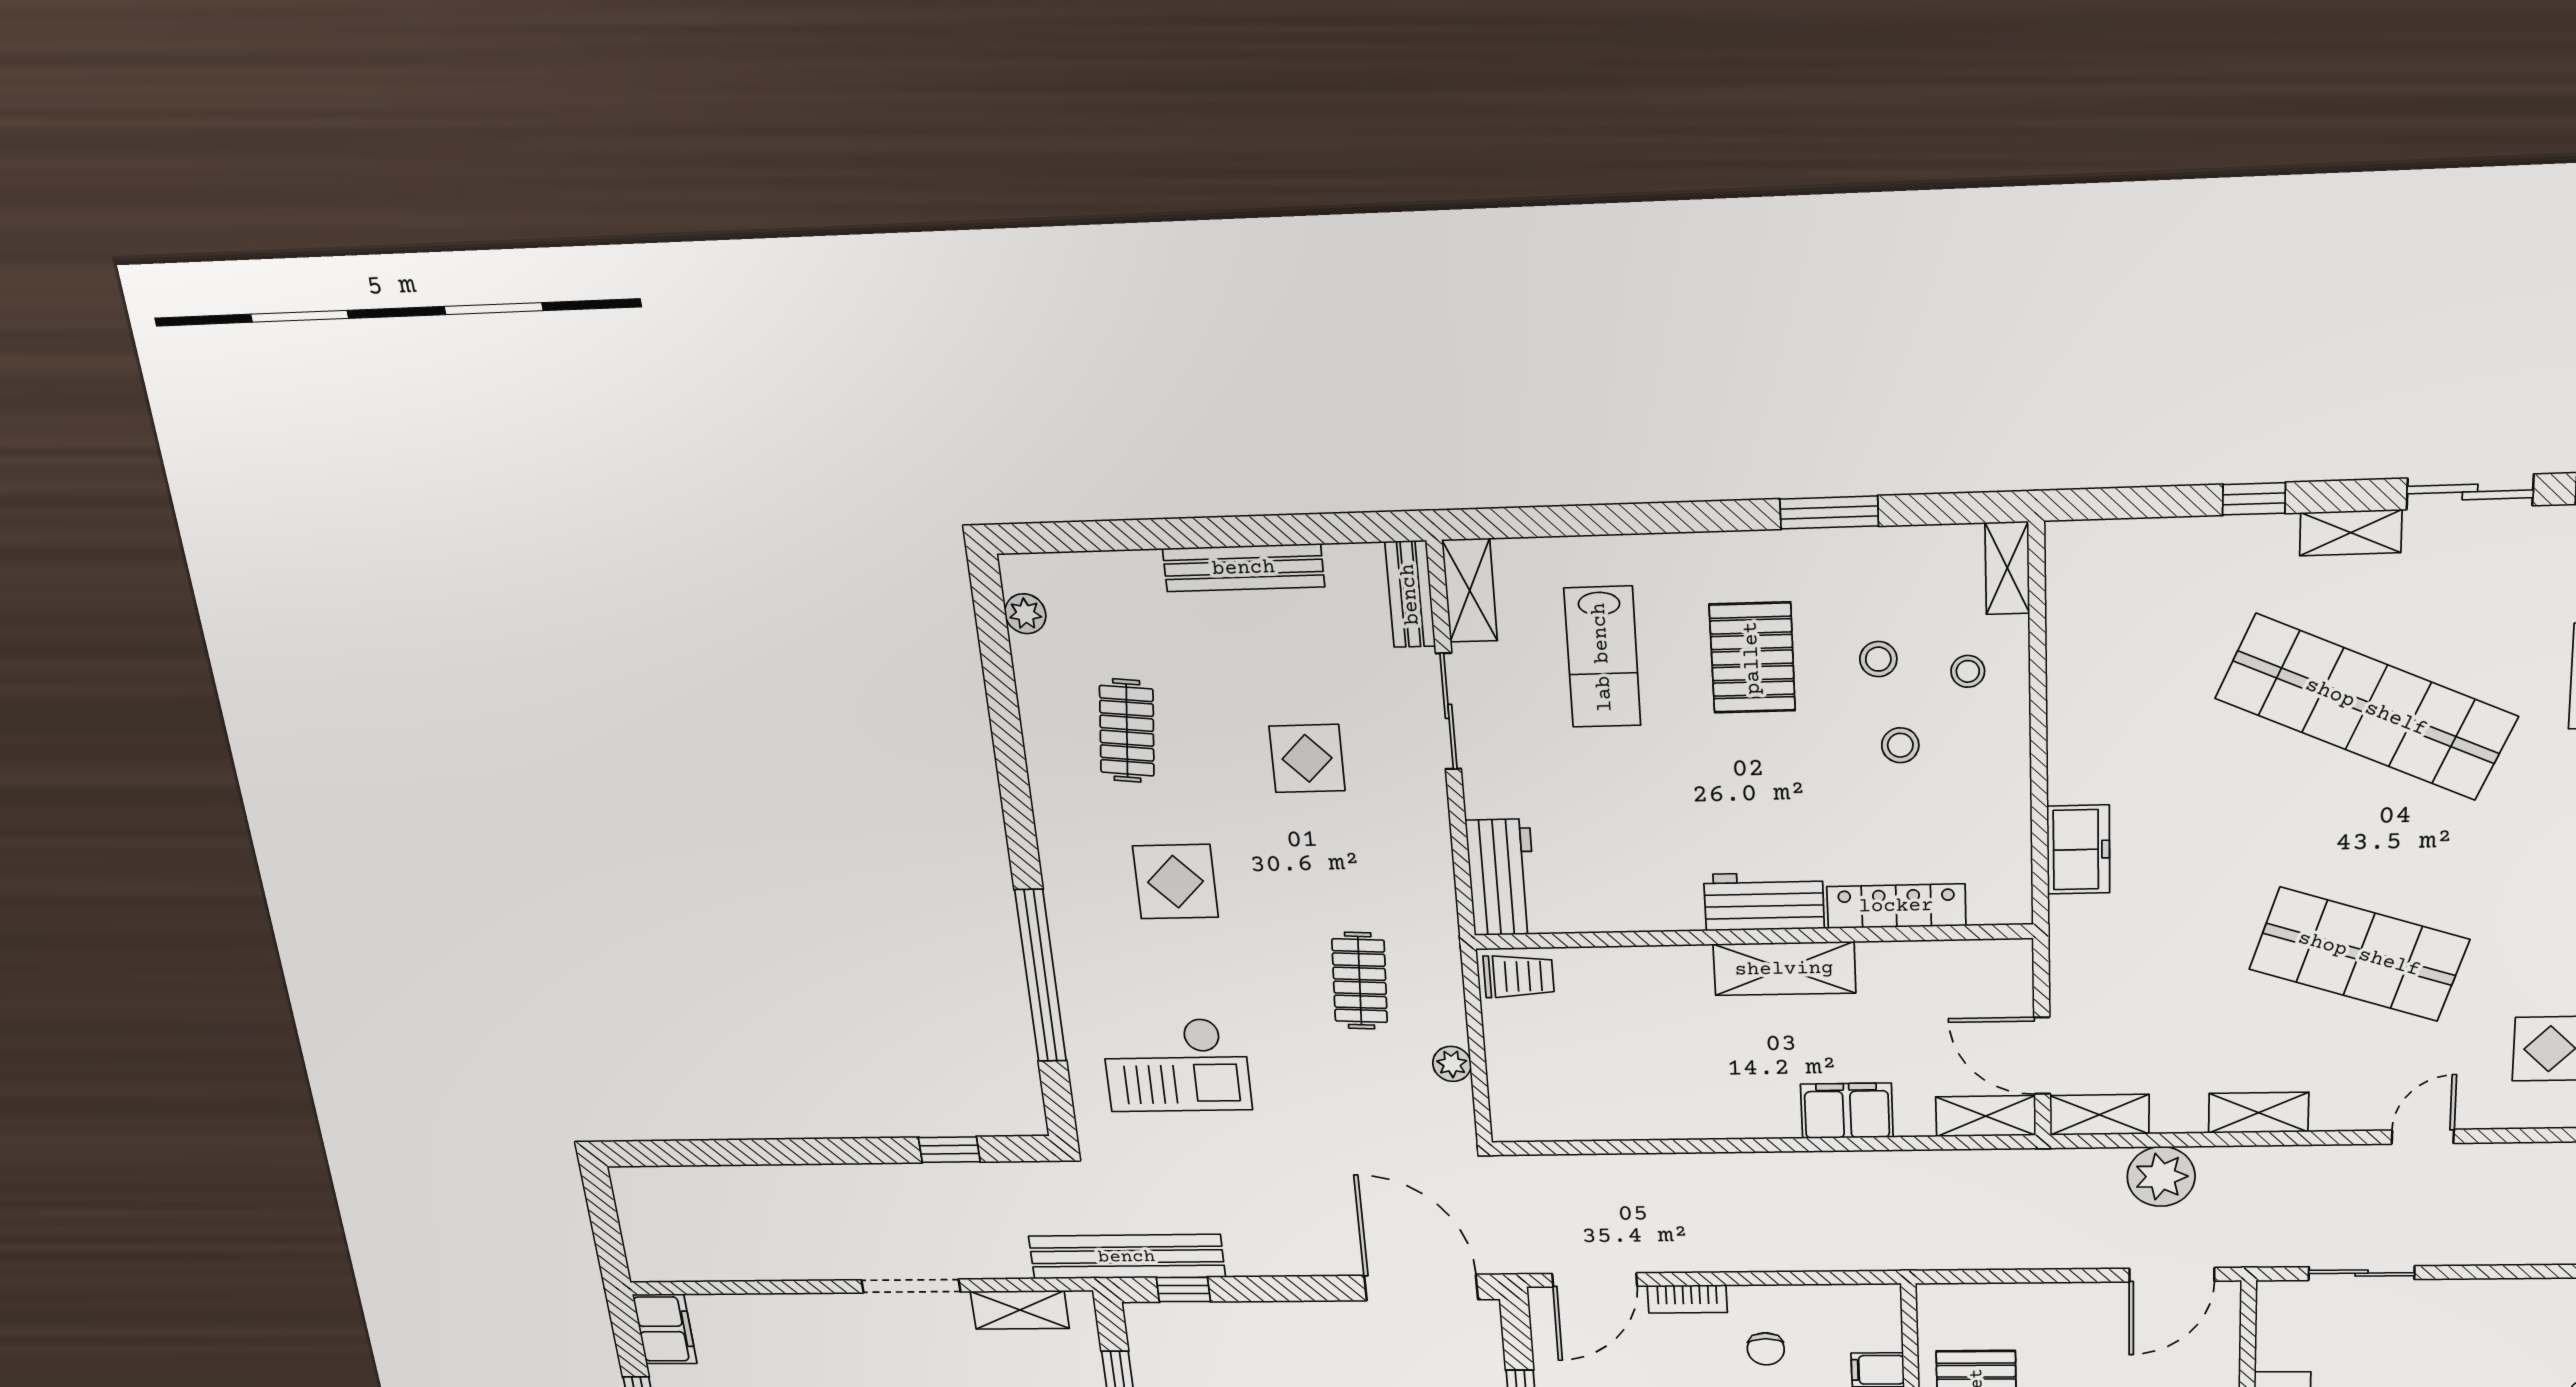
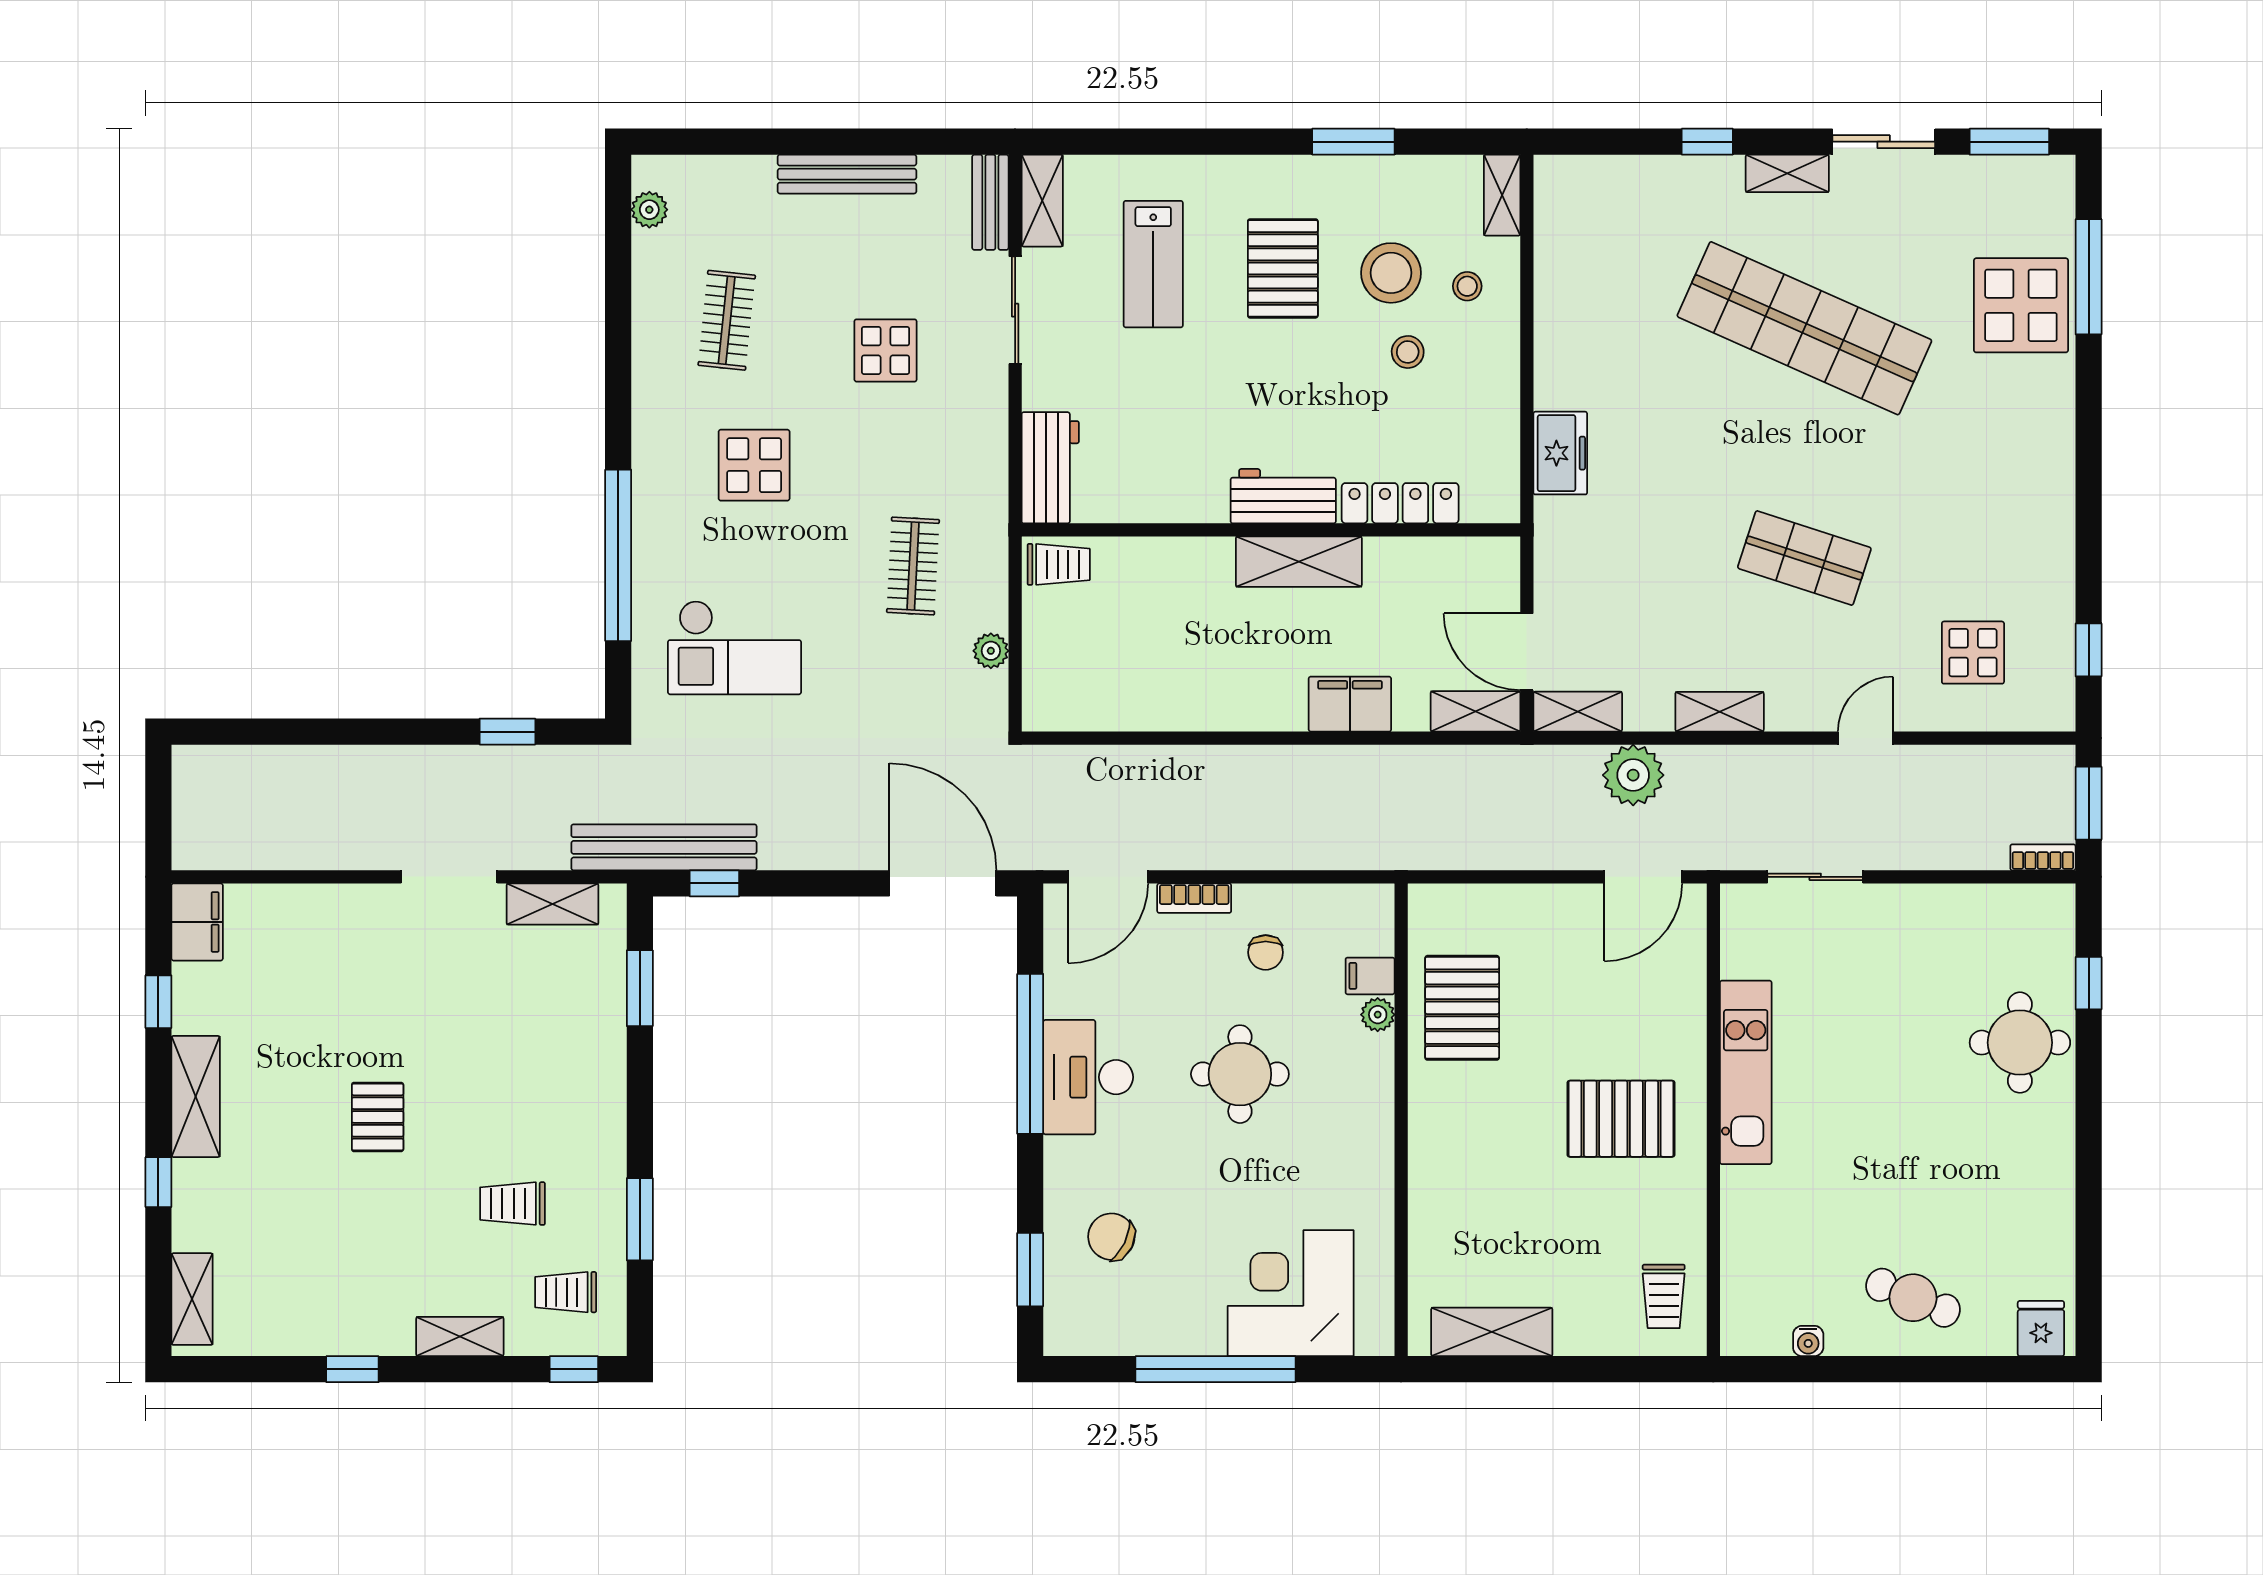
stool: (1878, 659) -> (1391, 273), width x1.89, depth x1.89
shop shelf: (2359, 954) -> (1804, 558), width x0.70, depth x0.74

